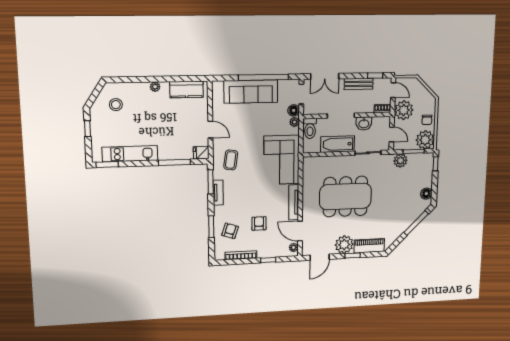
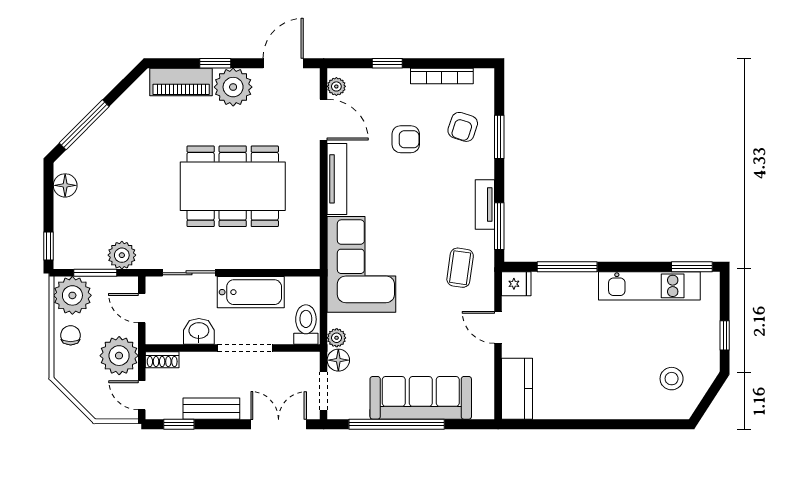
plant: (155, 87) -> (599, 410), removed
kitchen counter: (187, 89) -> (517, 389), moved, turned 90
armchair: (259, 223) -> (406, 139), turned -90

